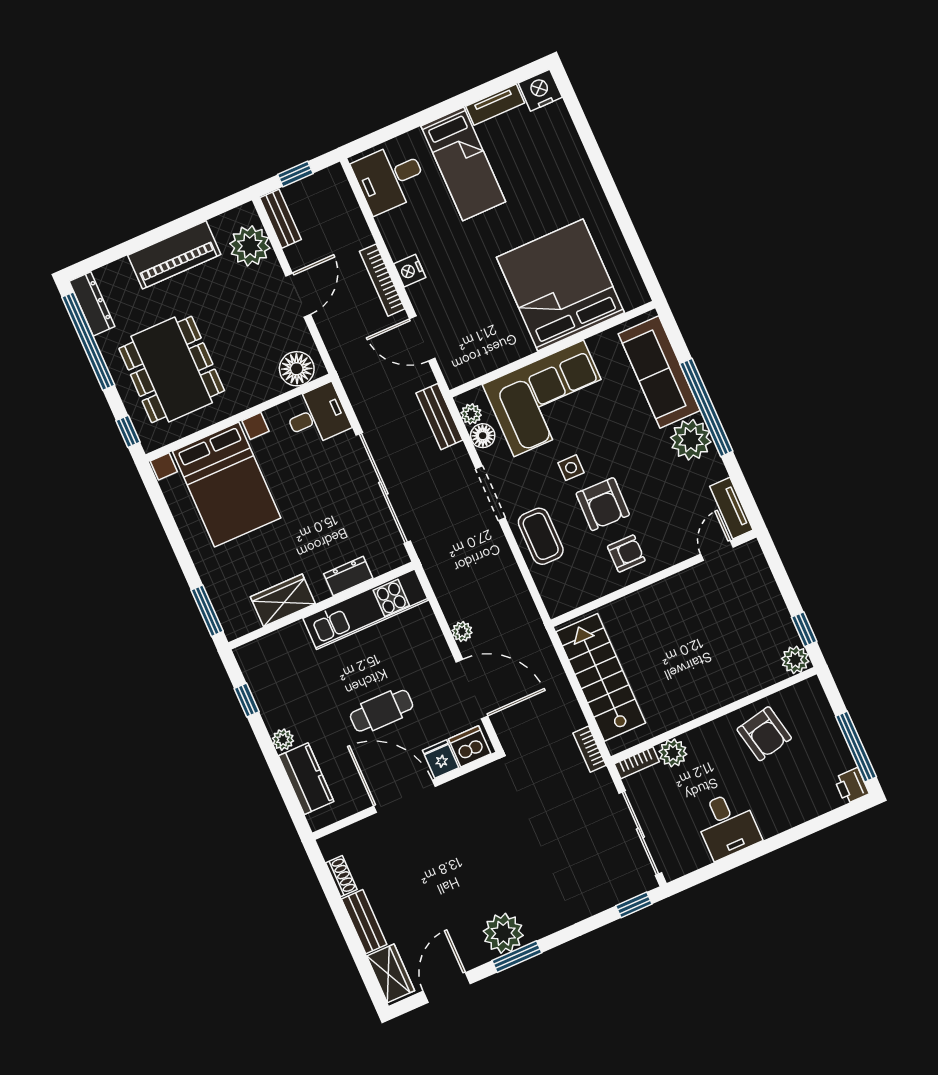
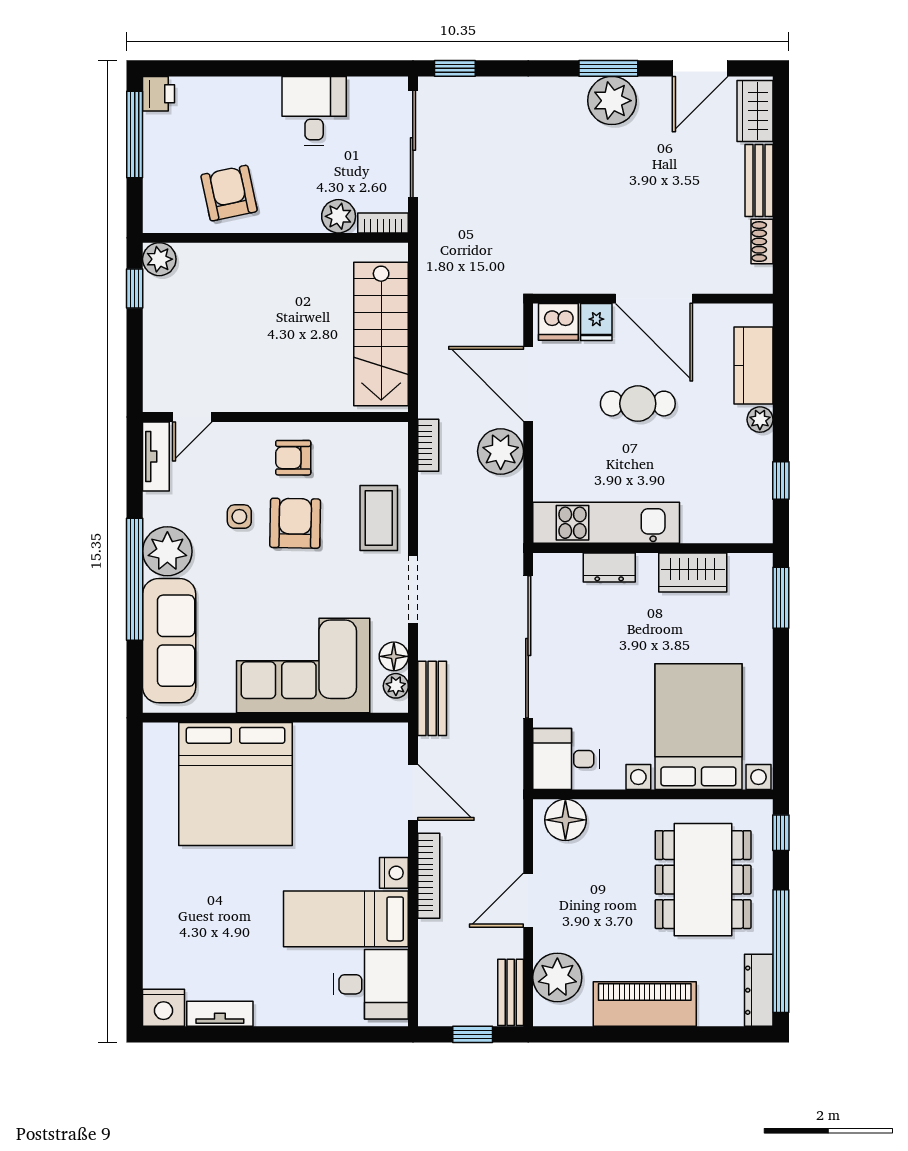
bed: (463, 164) -> (346, 919), moved, turned -90
side table: (571, 468) -> (239, 517), moved
plant: (462, 632) -> (501, 451), width x1.87, depth x1.87
bookcase: (590, 749) -> (428, 445), moved

